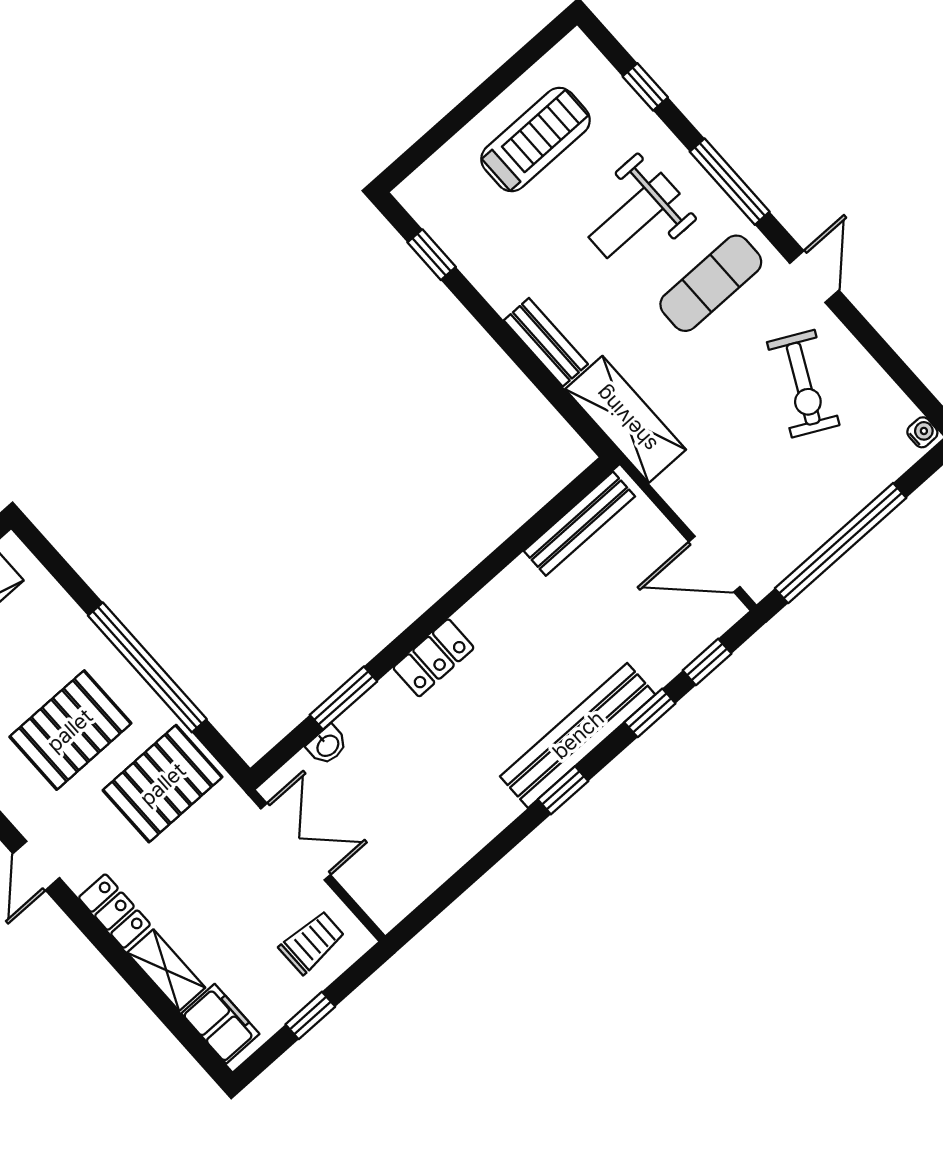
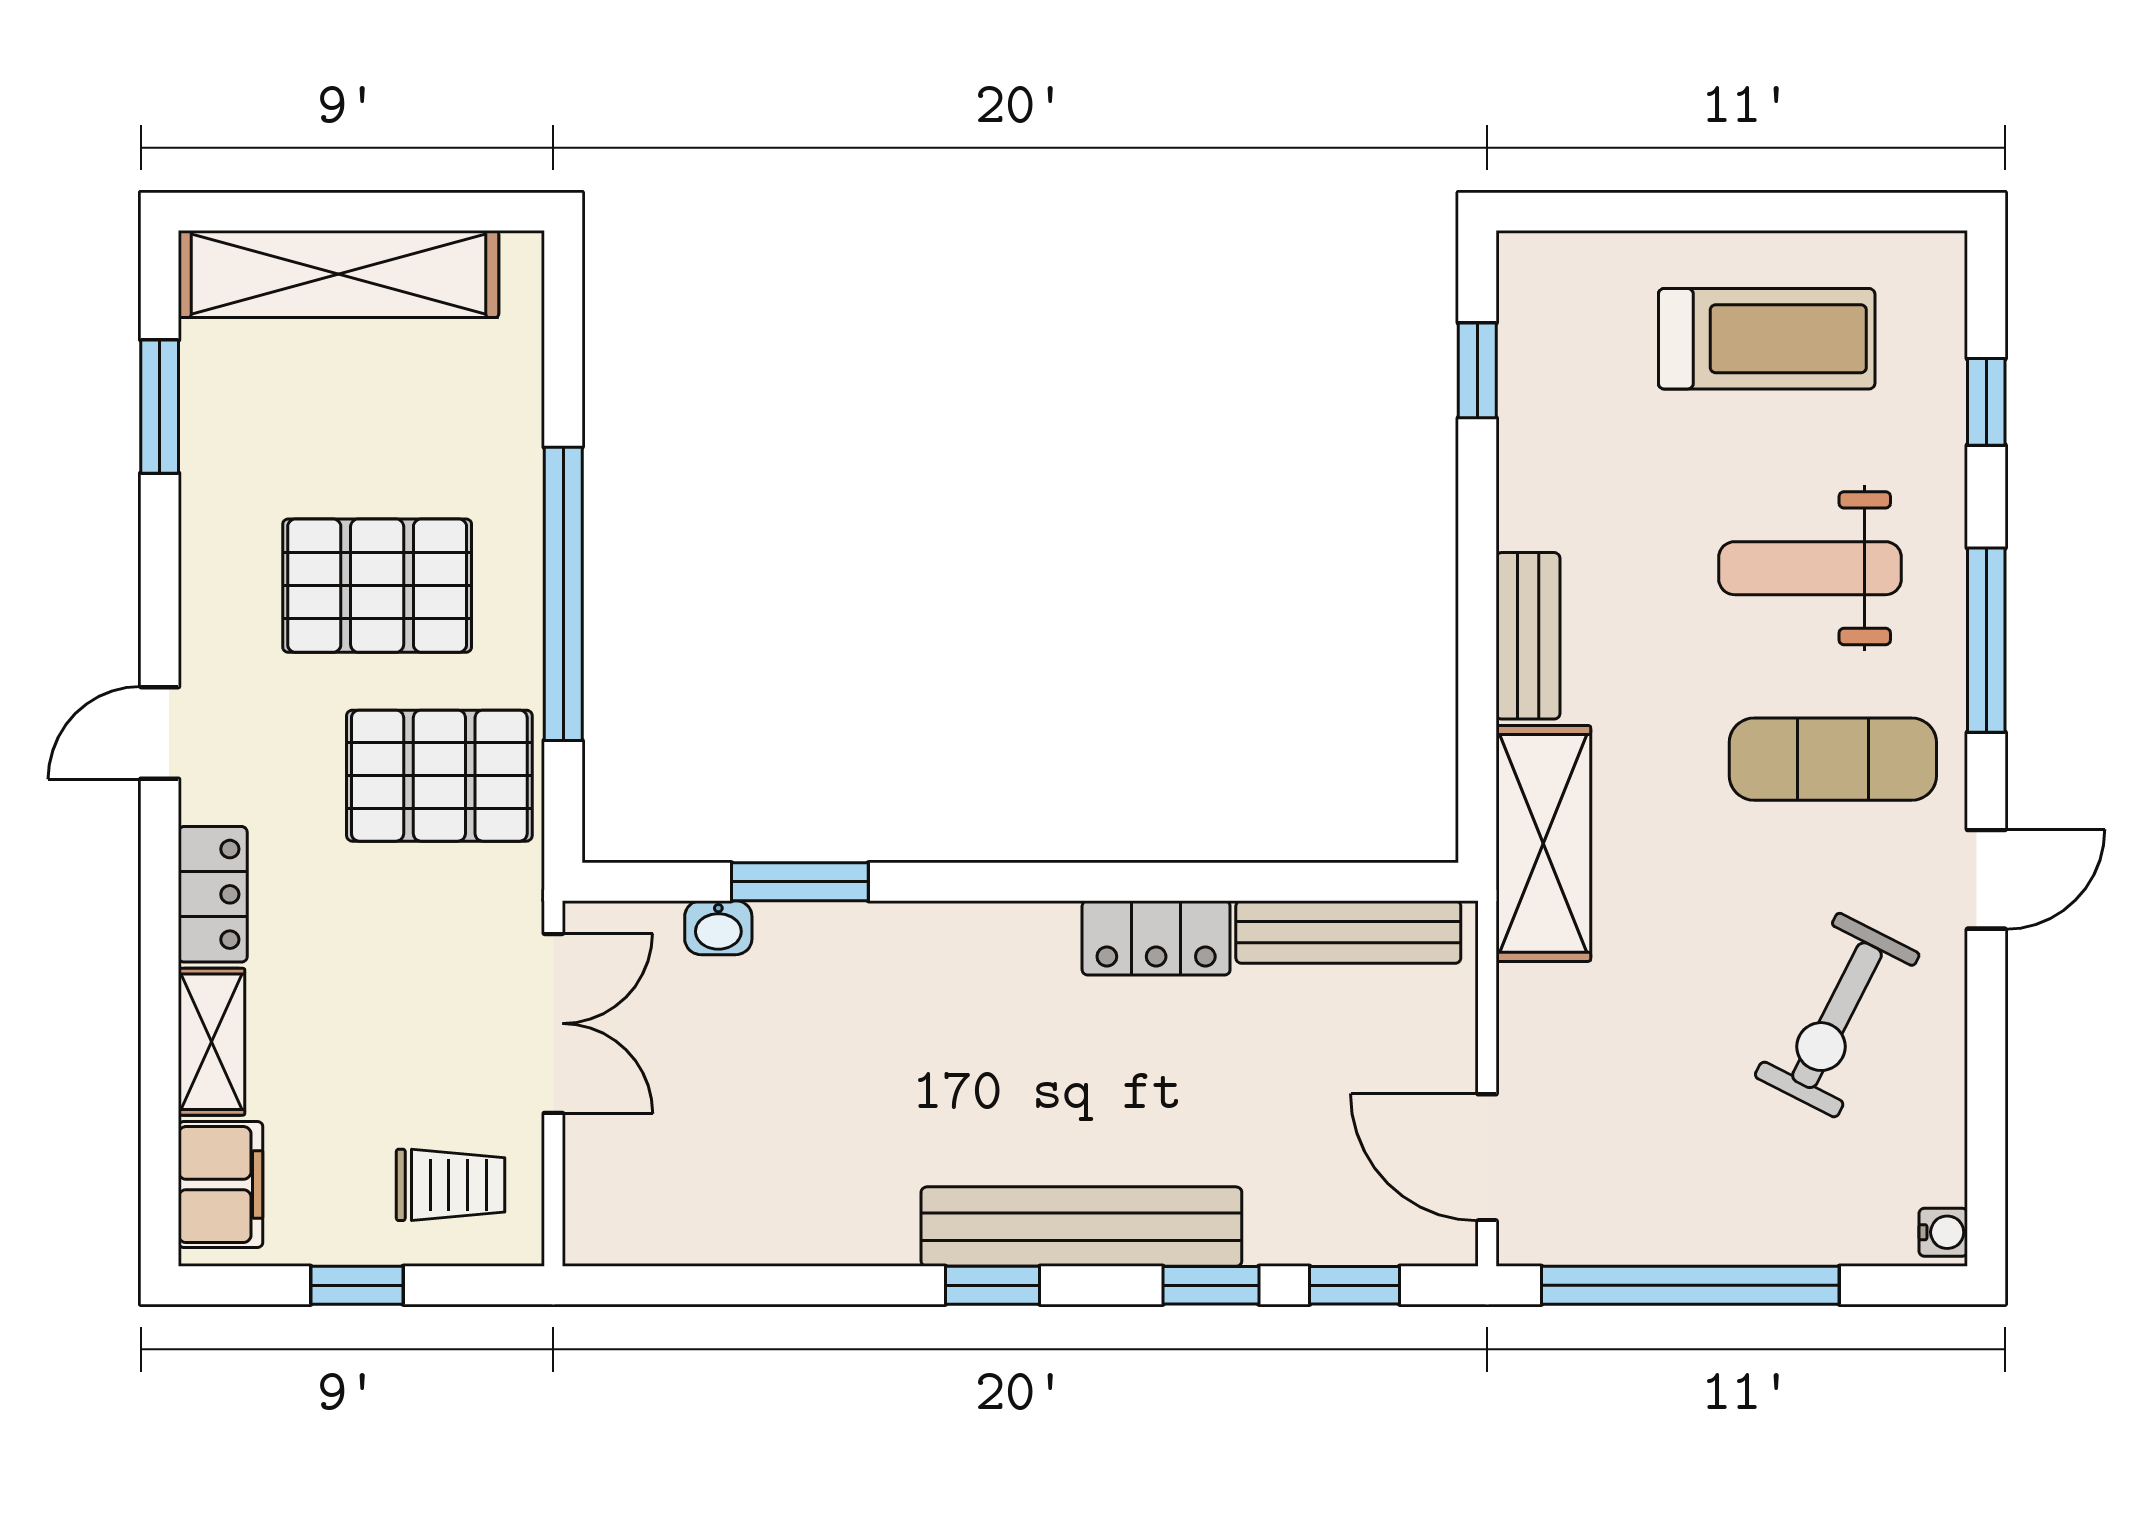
locker: (434, 658) -> (1156, 938), moved

